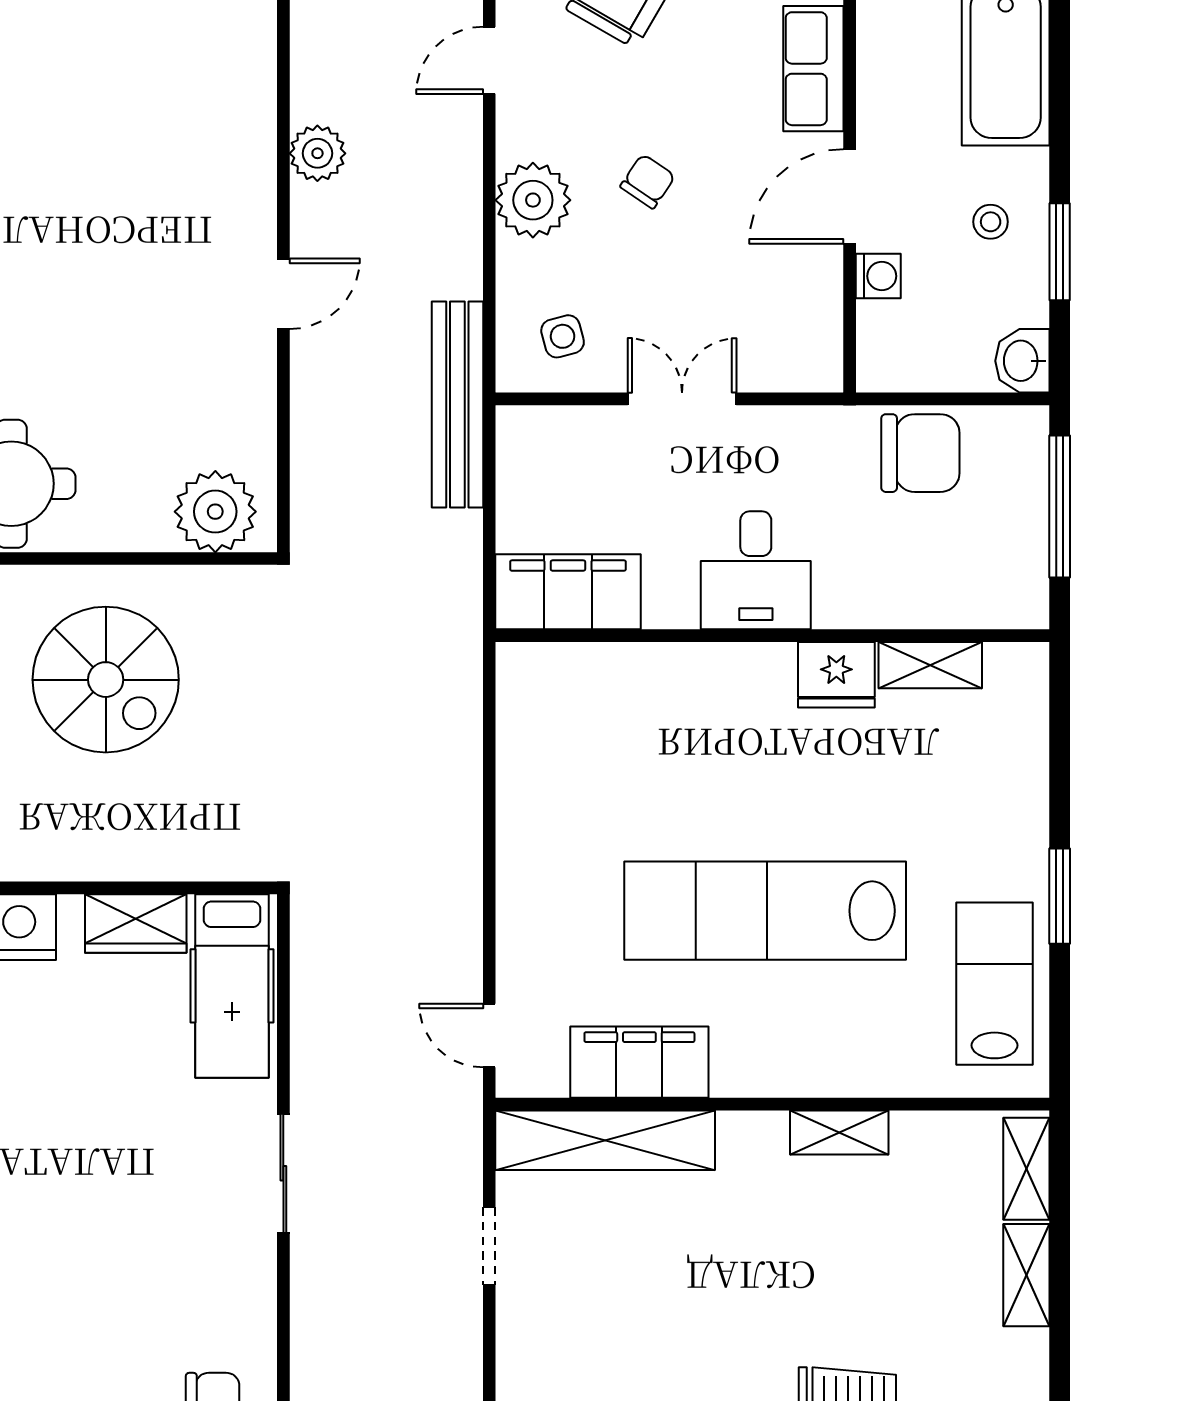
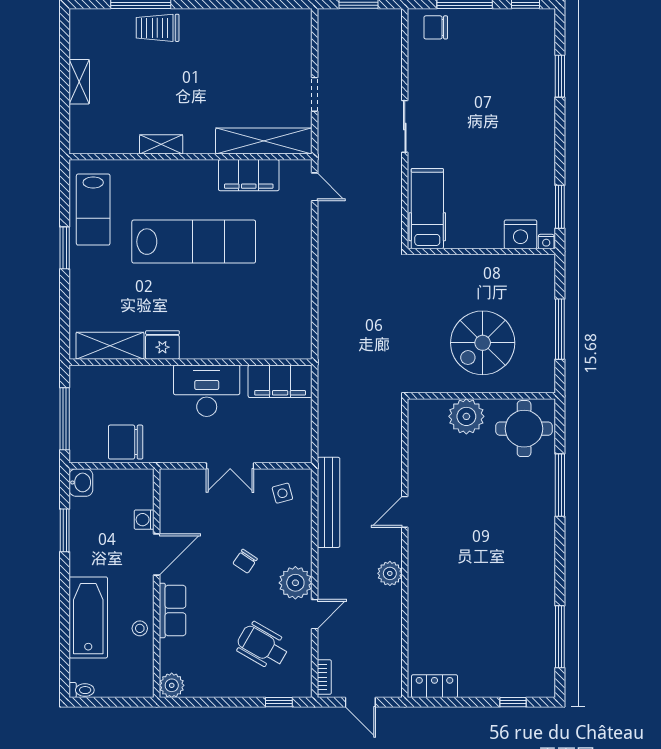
plant: (533, 200) -> (295, 583), moved
stool: (991, 222) -> (140, 628), moved
bench: (457, 405) -> (329, 502), moved
plant: (215, 512) -> (466, 416), moved
desk: (756, 570) -> (207, 391), width x1.37
shelving: (930, 665) -> (110, 346), width x1.50, depth x1.33
spiral stairs: (106, 680) -> (483, 343), turned -90
wardrobe: (136, 923) -> (469, 236), removed
shelving: (1026, 1169) -> (79, 128), removed

